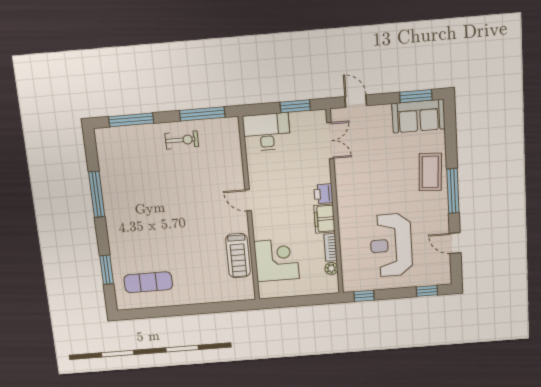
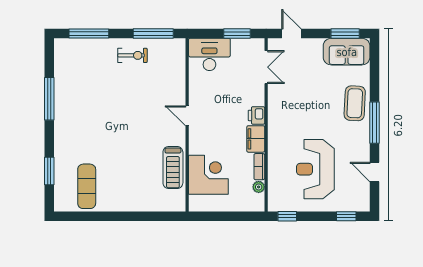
exercise mat: (148, 282) -> (87, 186), turned 90

